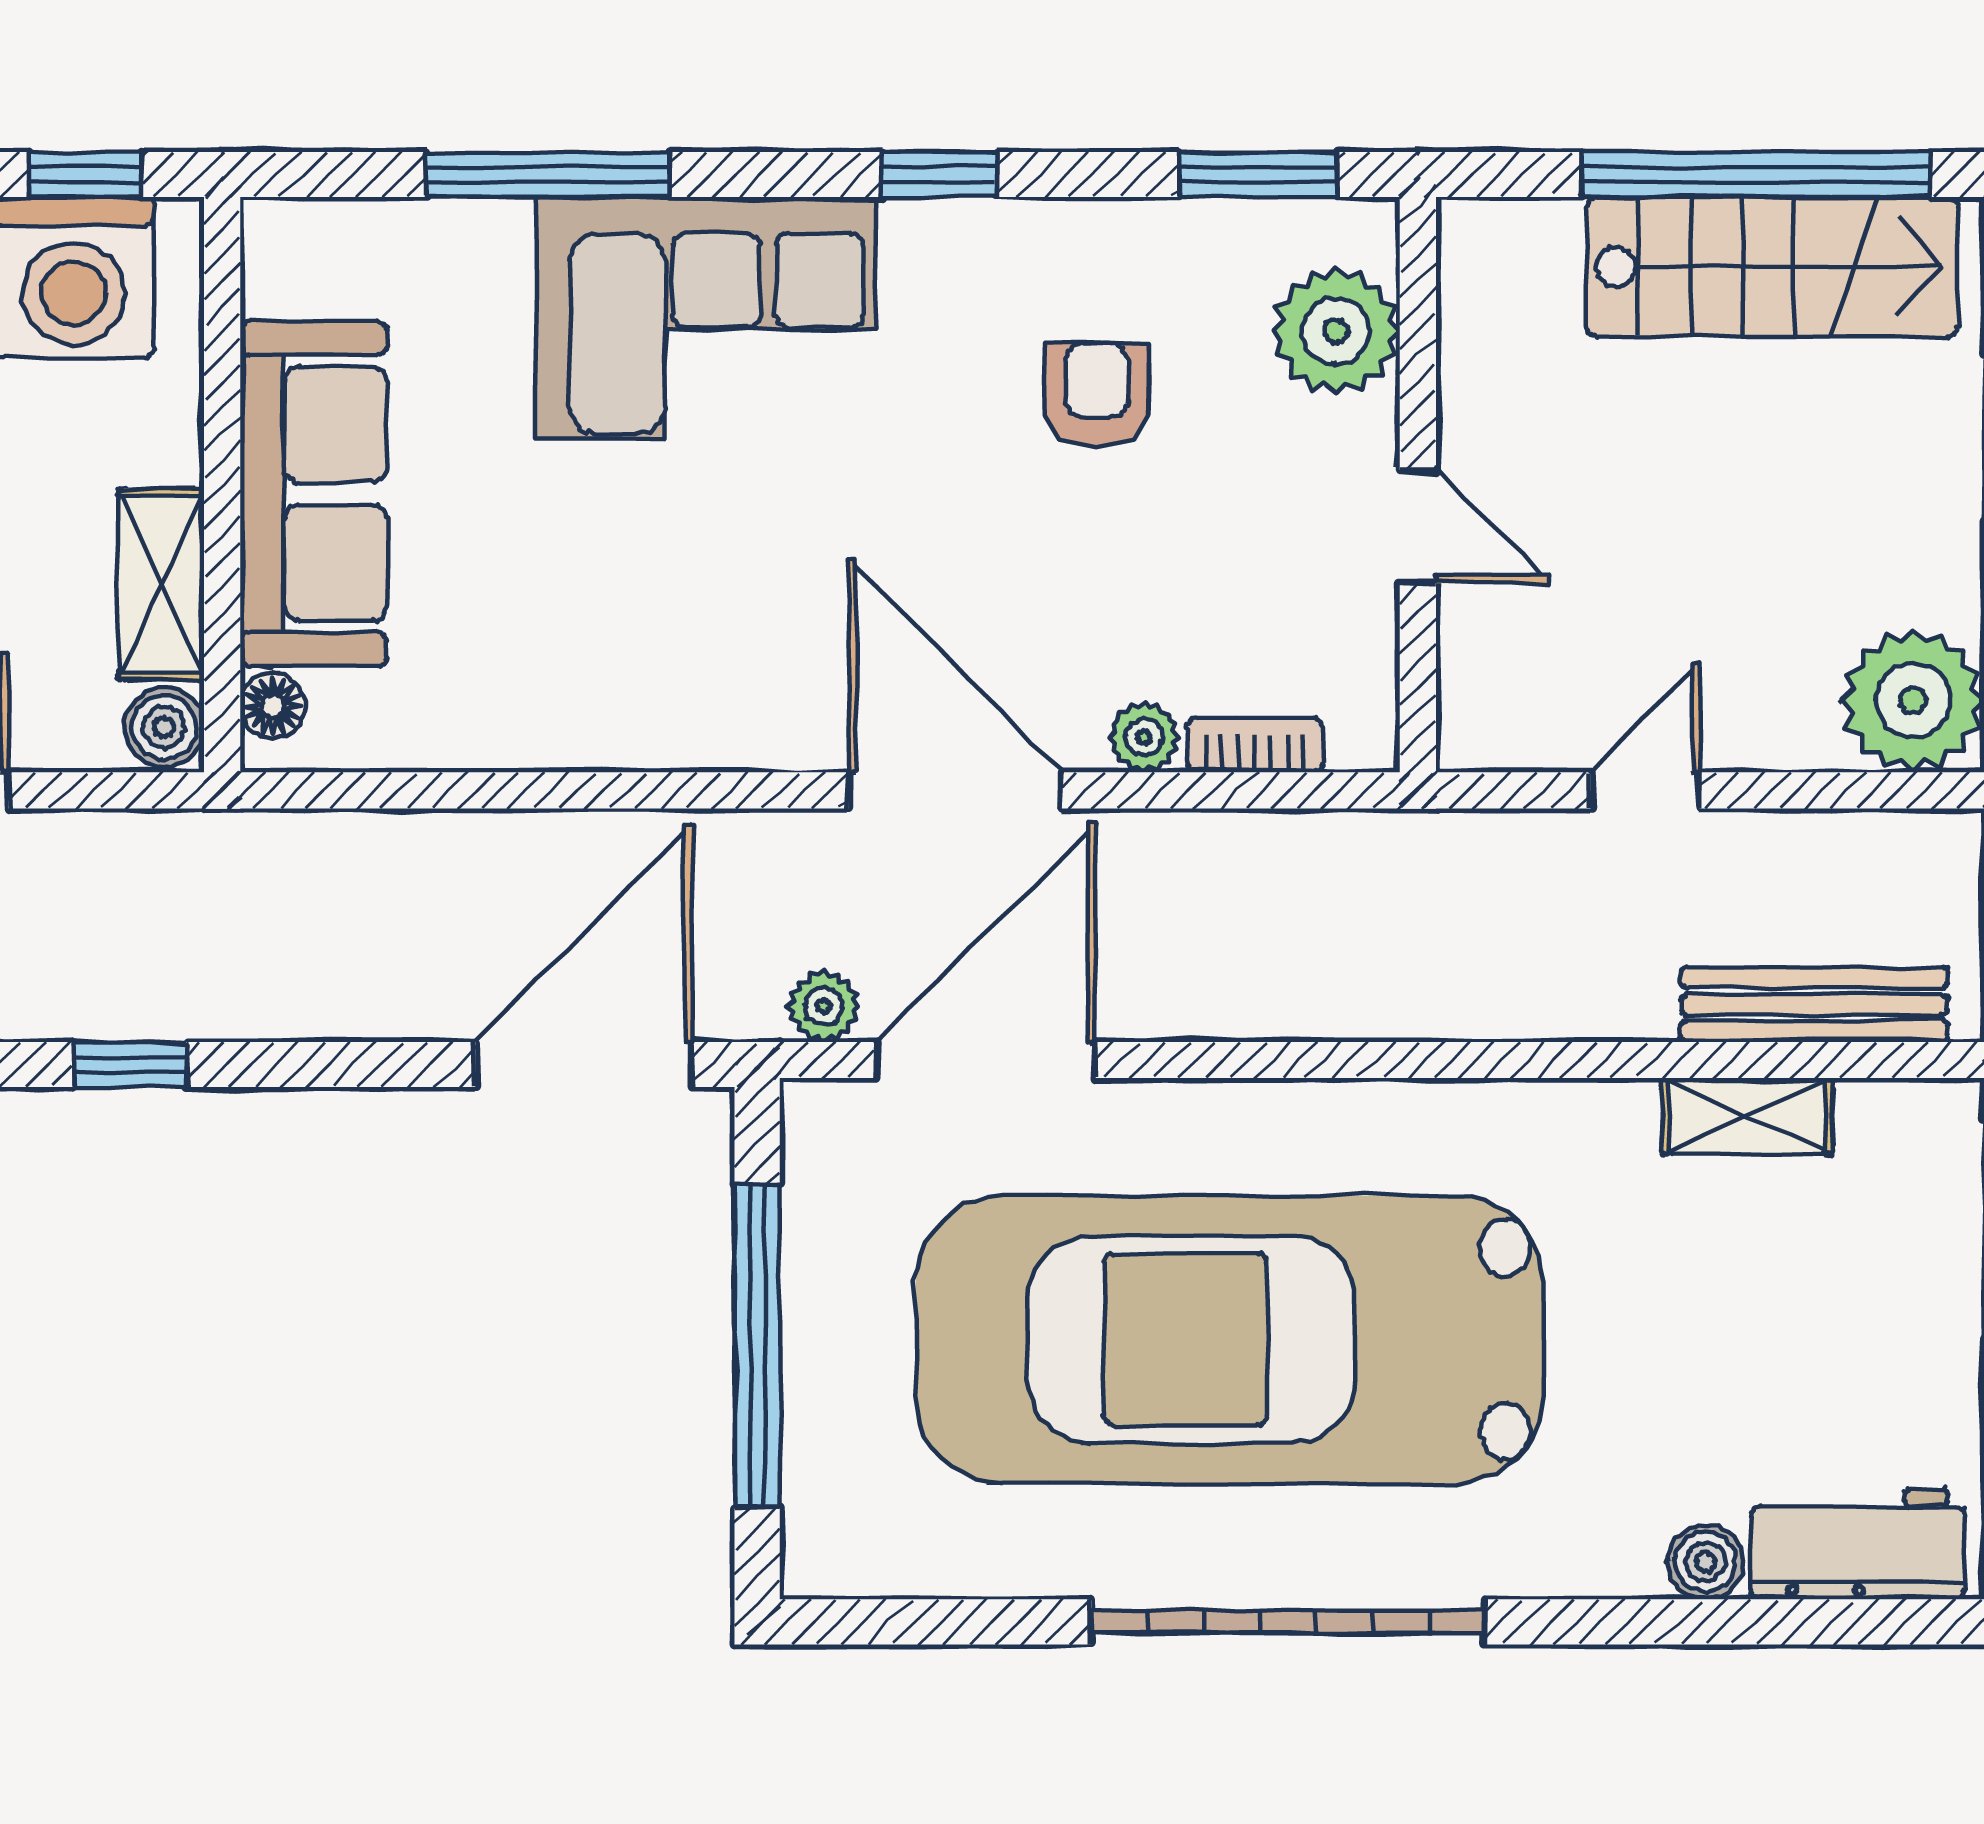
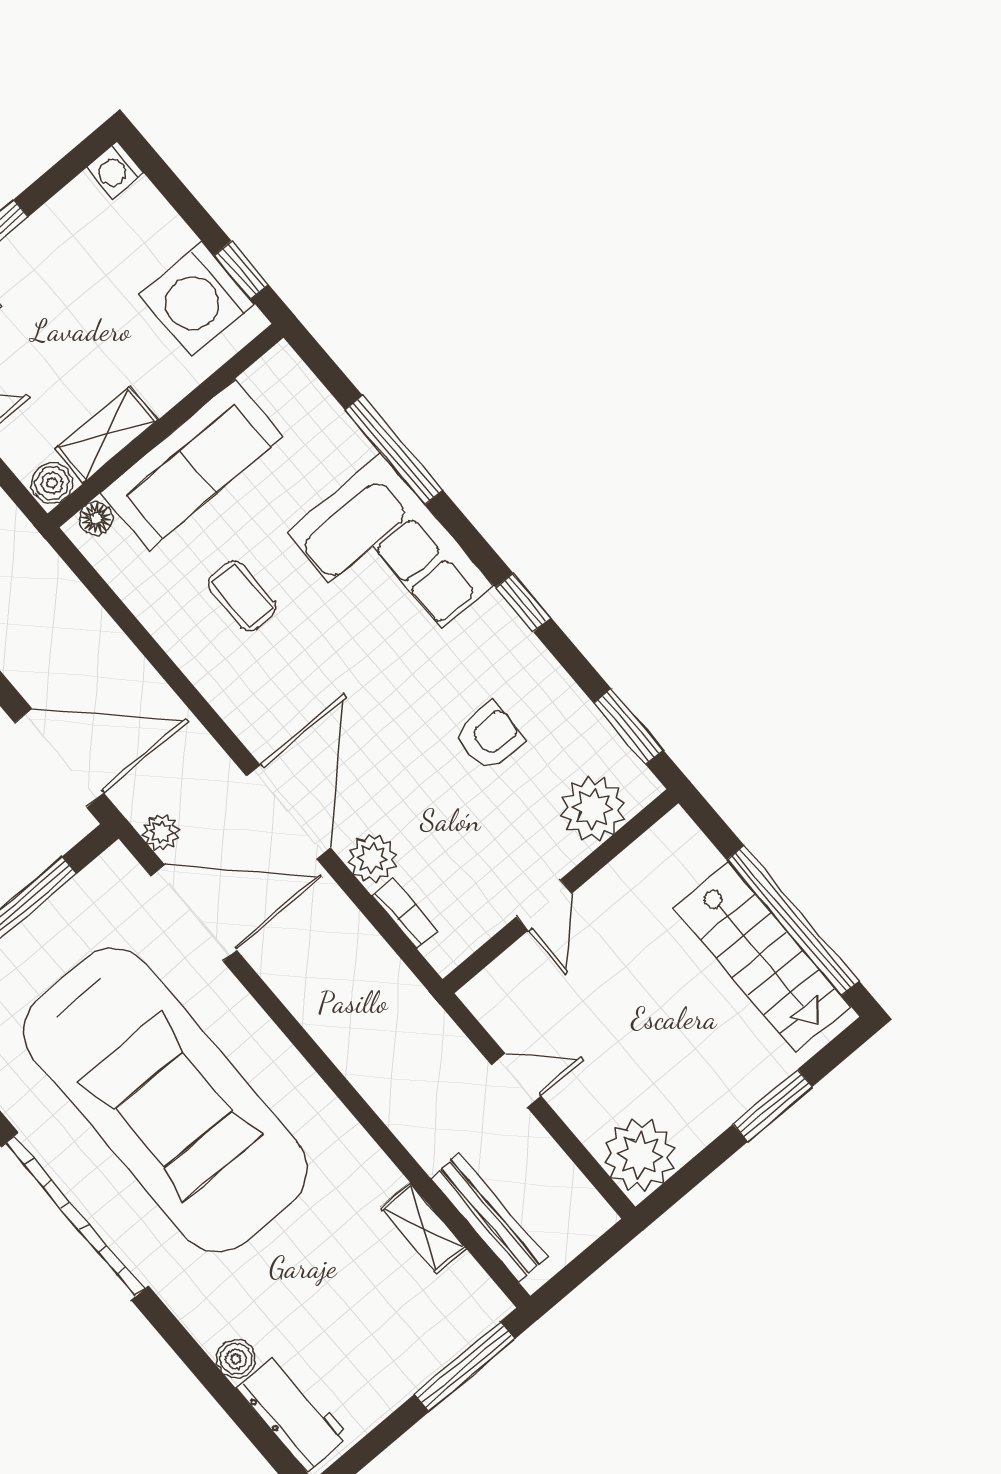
coffee table: (573, 586) -> (242, 596), added
plant: (1144, 737) -> (372, 858), width x1.38, depth x1.38
car: (1229, 1339) -> (165, 1100), turned 180

